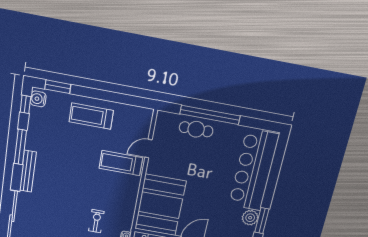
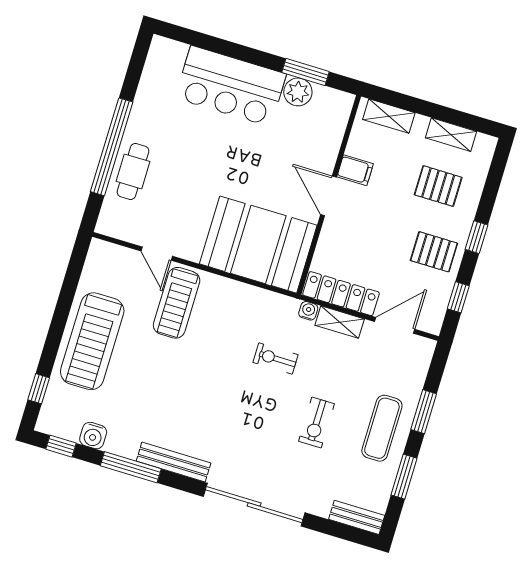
window: (58, 87) -> (39, 389), width x0.67
water cooler: (38, 99) -> (93, 436), moved
treadmill: (91, 116) -> (92, 341), width x1.37, depth x1.38
bar counter: (254, 170) -> (231, 86), width x0.73

